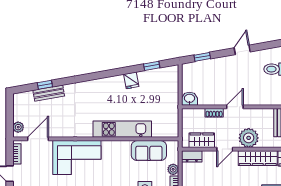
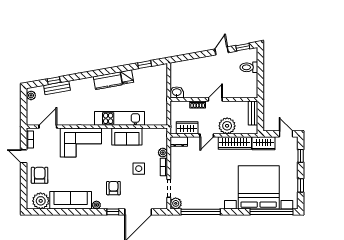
window: (202, 57) -> (243, 47), moved
kitchen counter: (108, 85) -> (108, 81), added
plant: (18, 127) -> (31, 95), moved
sofa: (149, 151) -> (127, 137), moved

